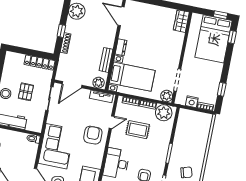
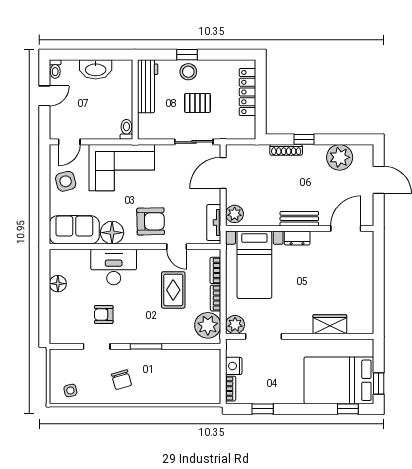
wardrobe: (181, 21) -> (330, 324), moved
bench: (106, 60) -> (299, 219), moved
locker: (39, 63) -> (248, 92), moved
door: (72, 85) -> (223, 173), hinge flipped
floor lamp: (95, 160) -> (112, 233), added

